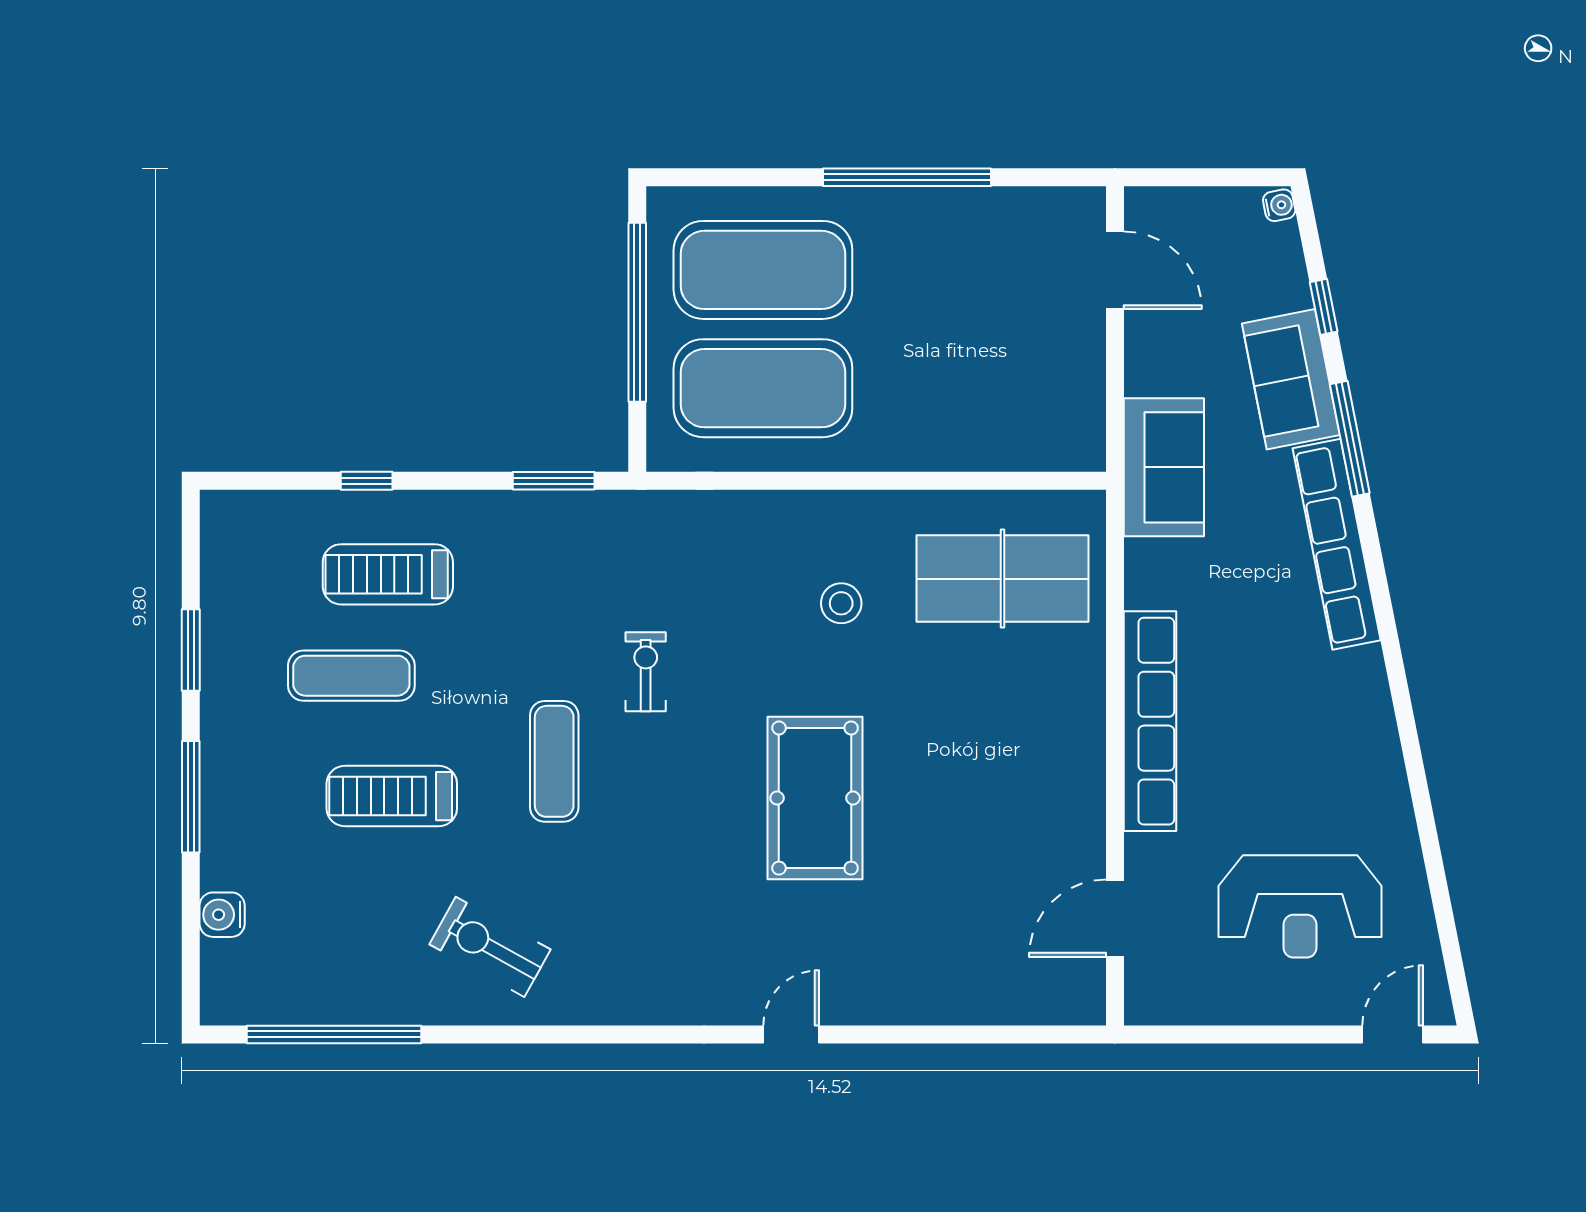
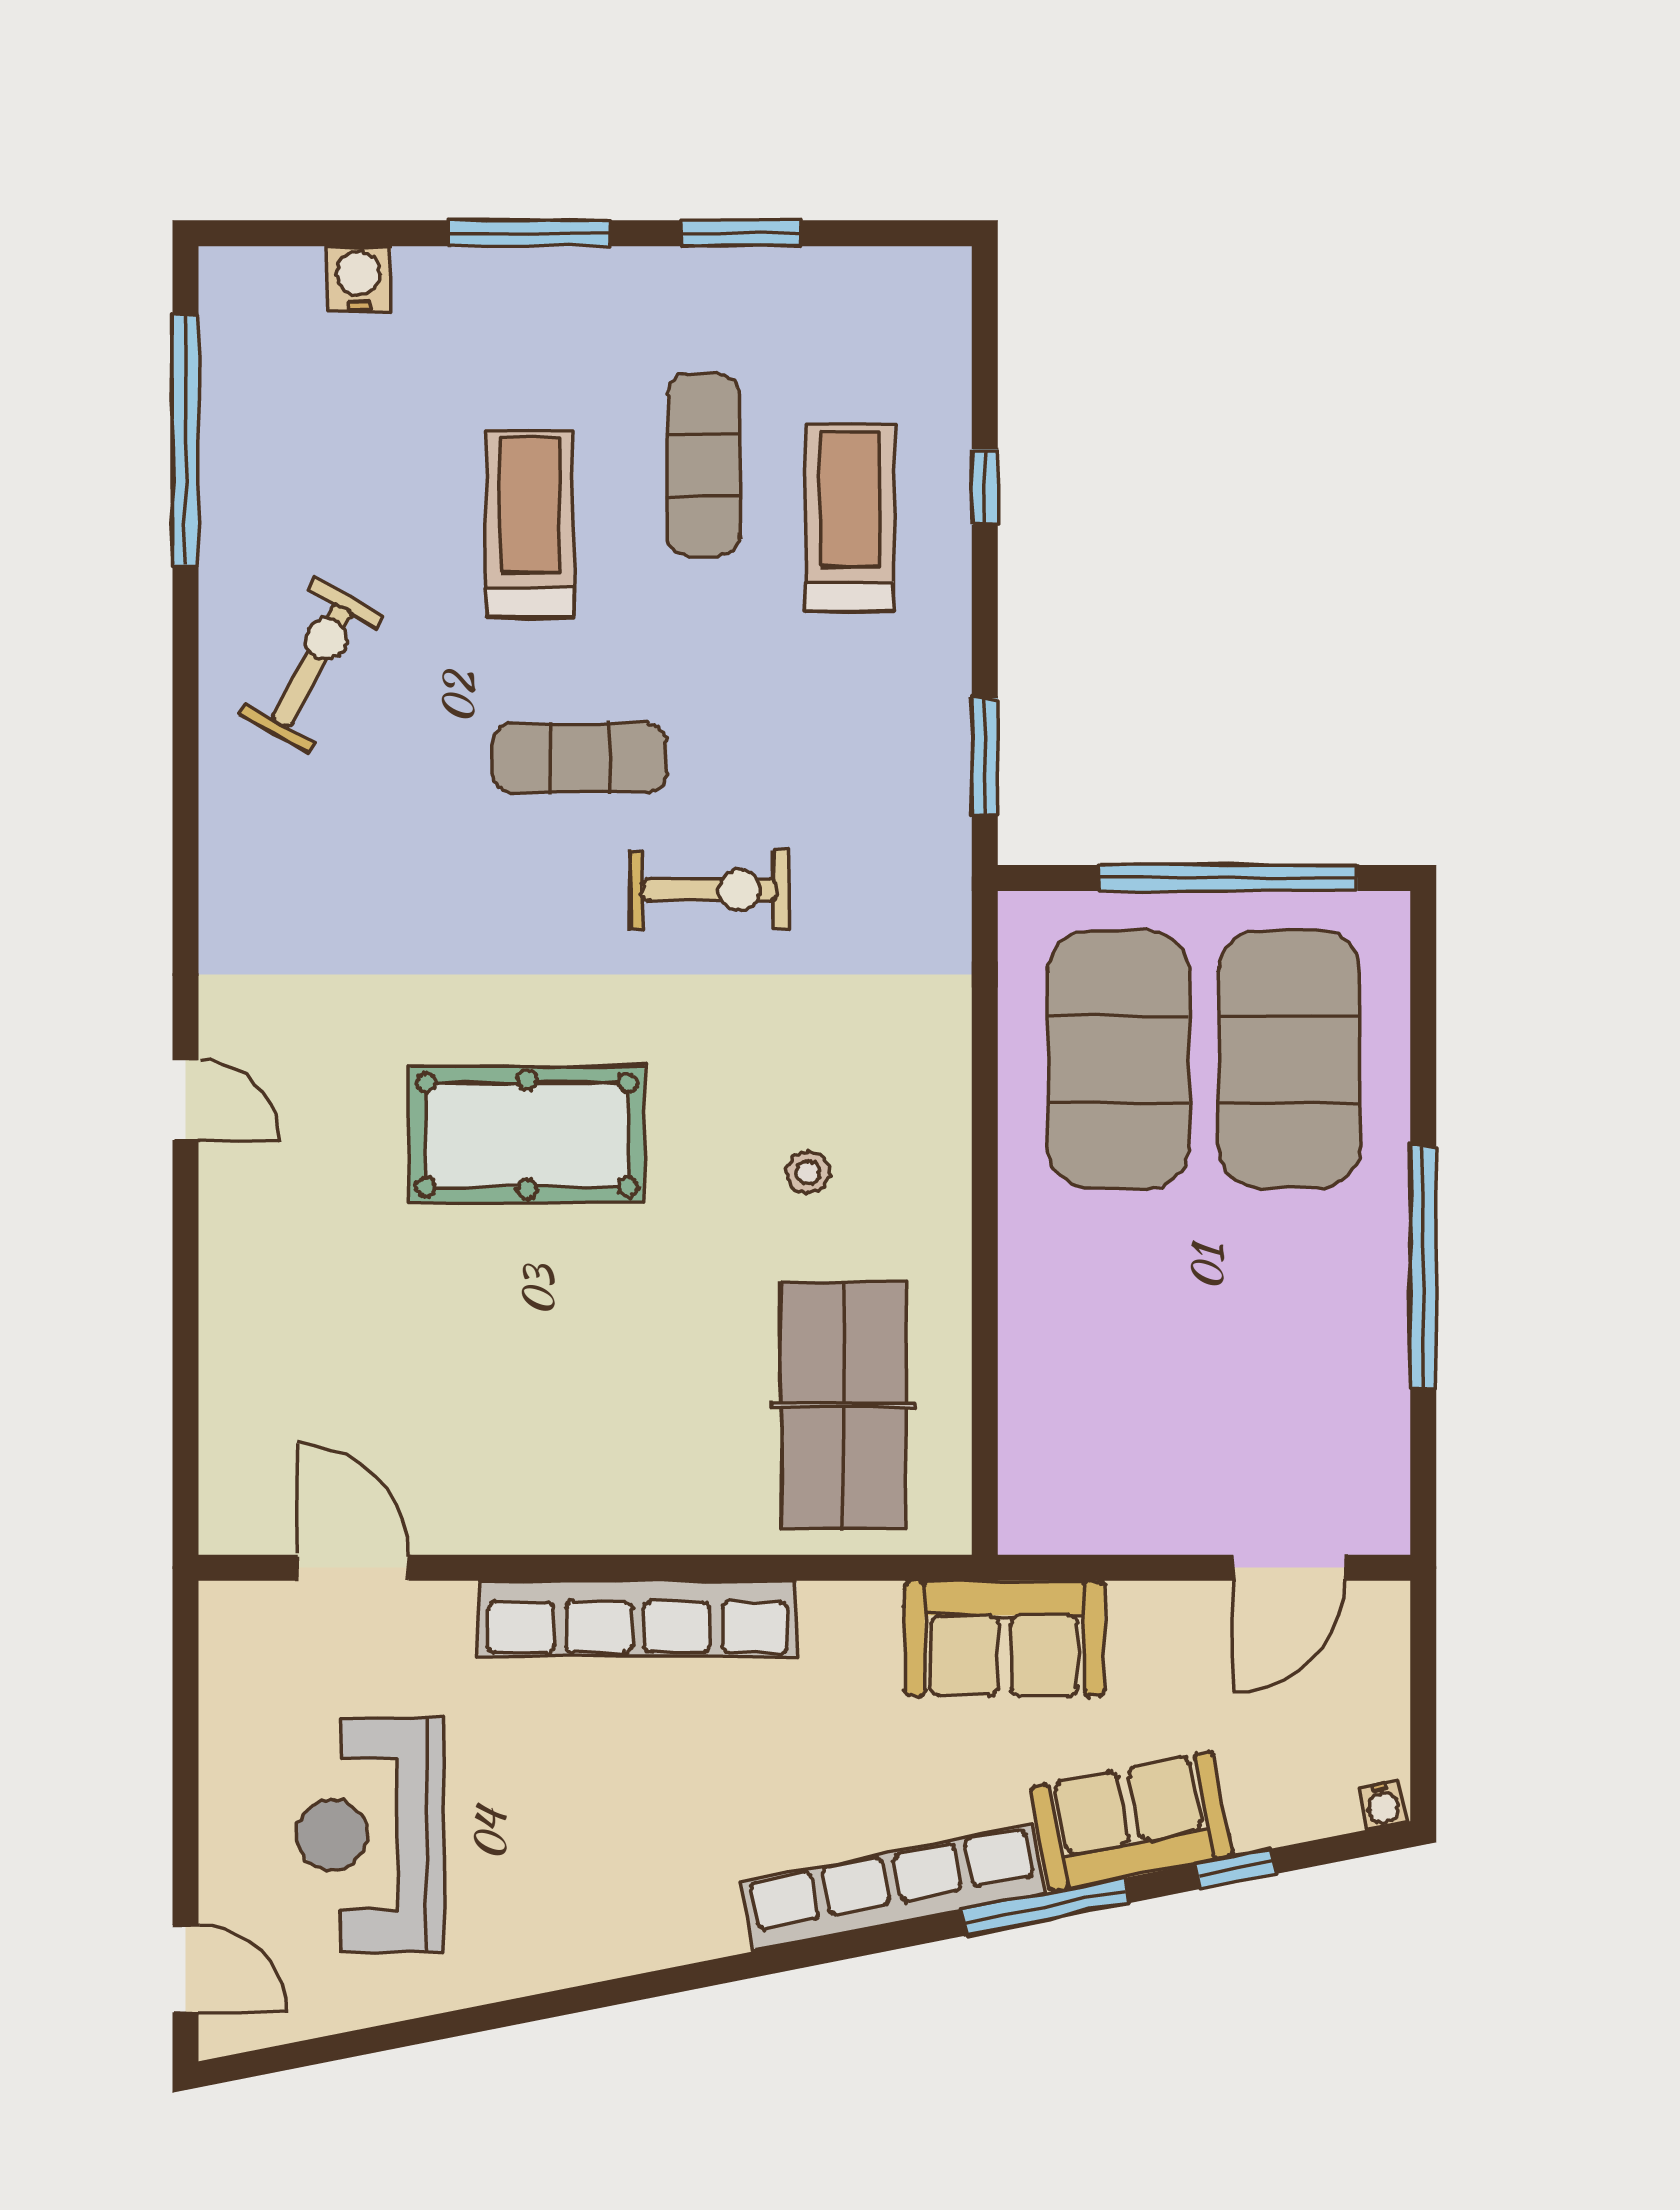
stool: (841, 603) -> (808, 1172), width x0.73, depth x0.73
exercise bike: (646, 672) -> (709, 890), width x1.38, depth x1.39

